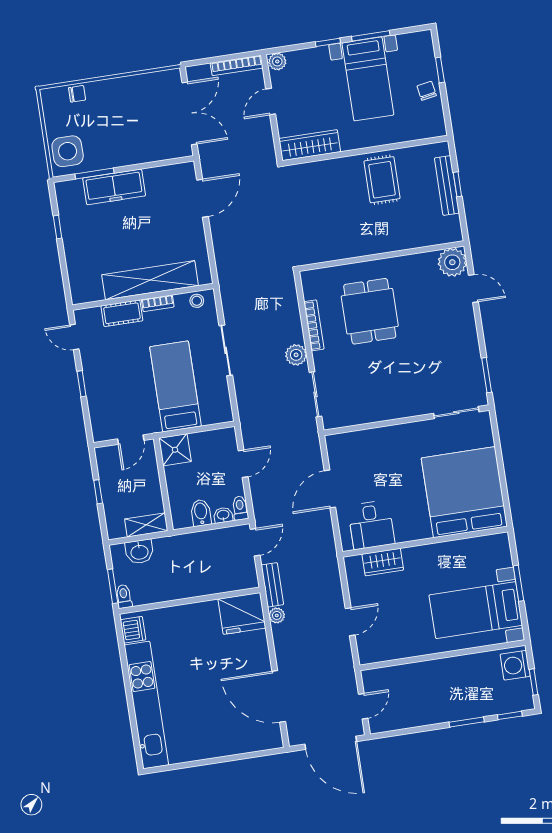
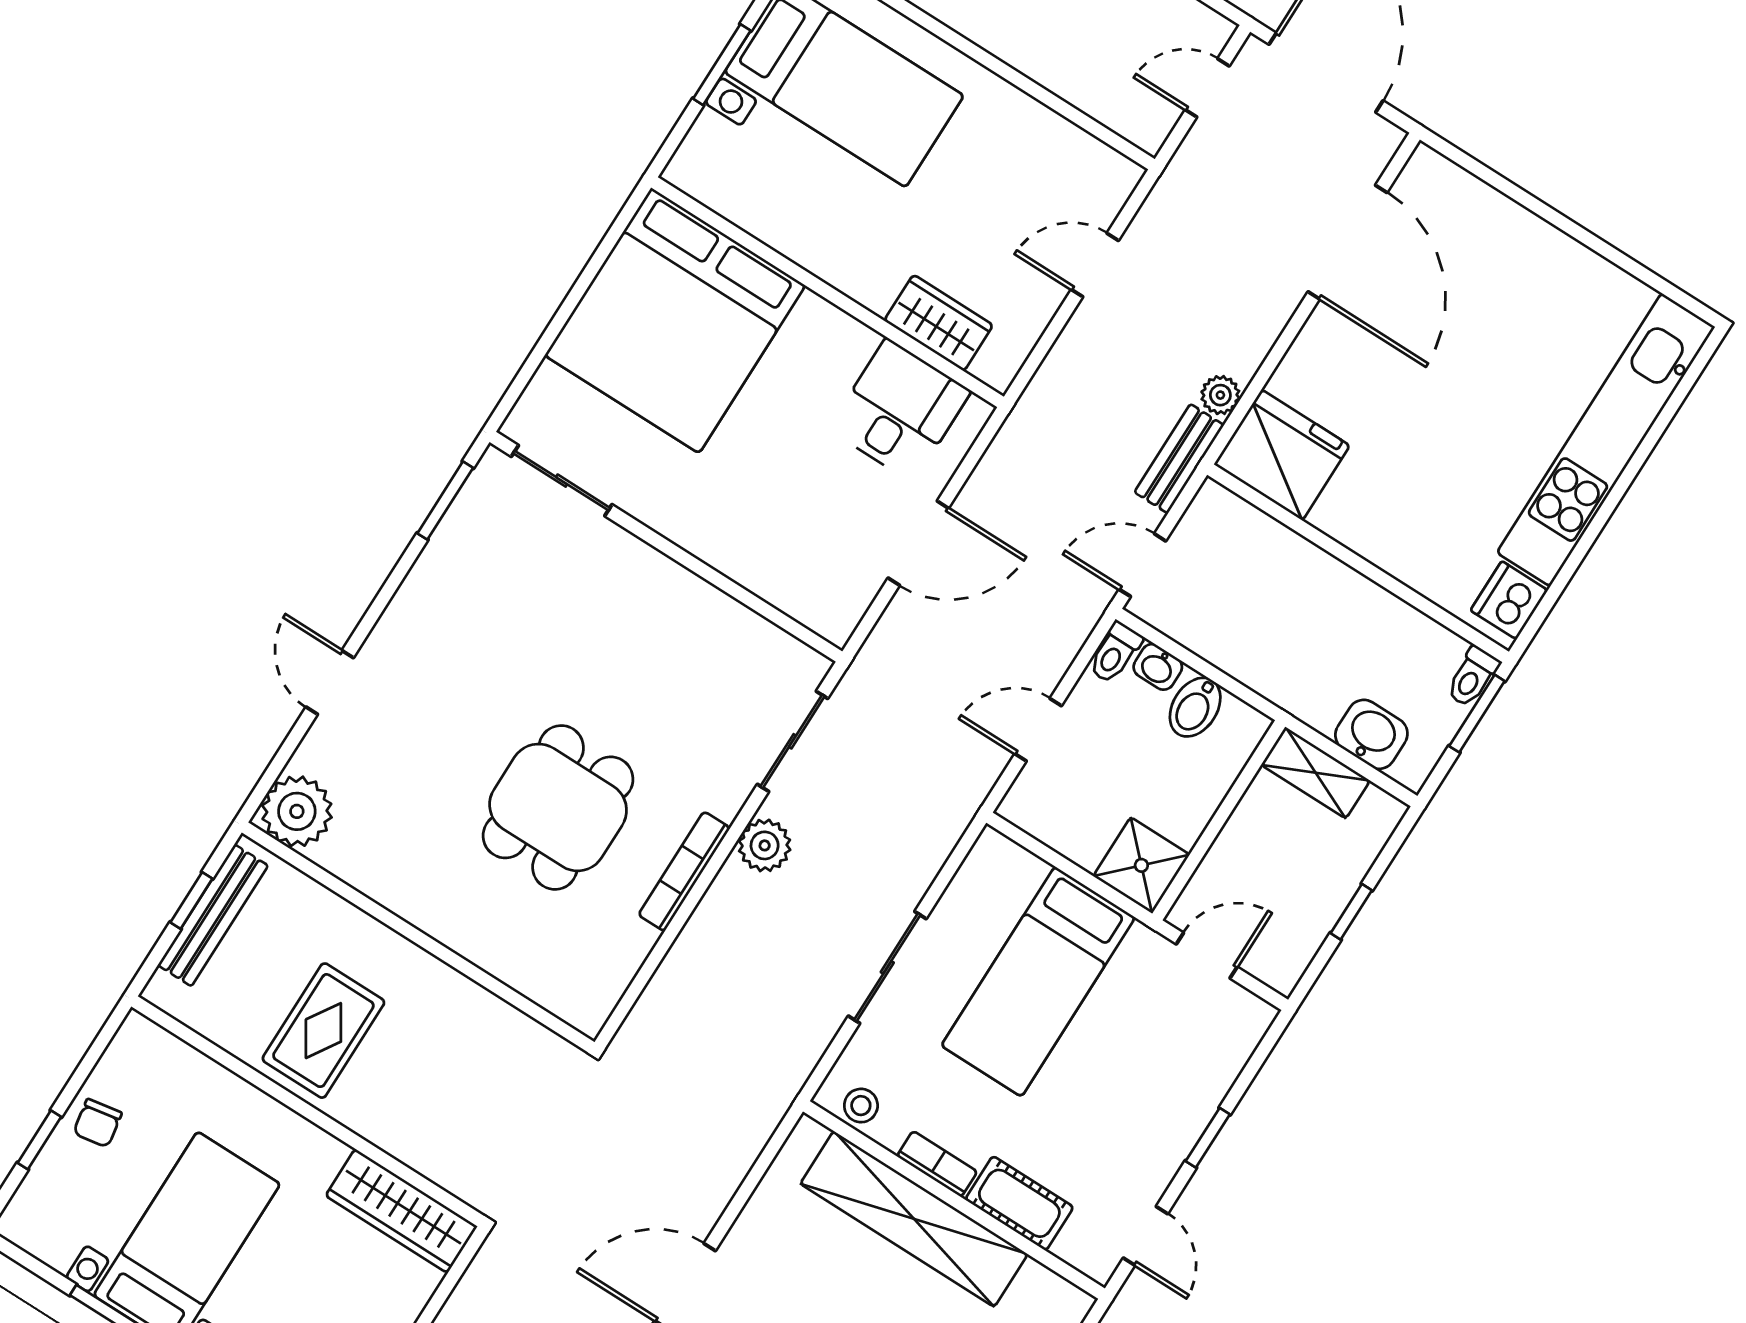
wall: (381, 256) -> (418, 937), moved
plant: (452, 262) -> (297, 811), moved

